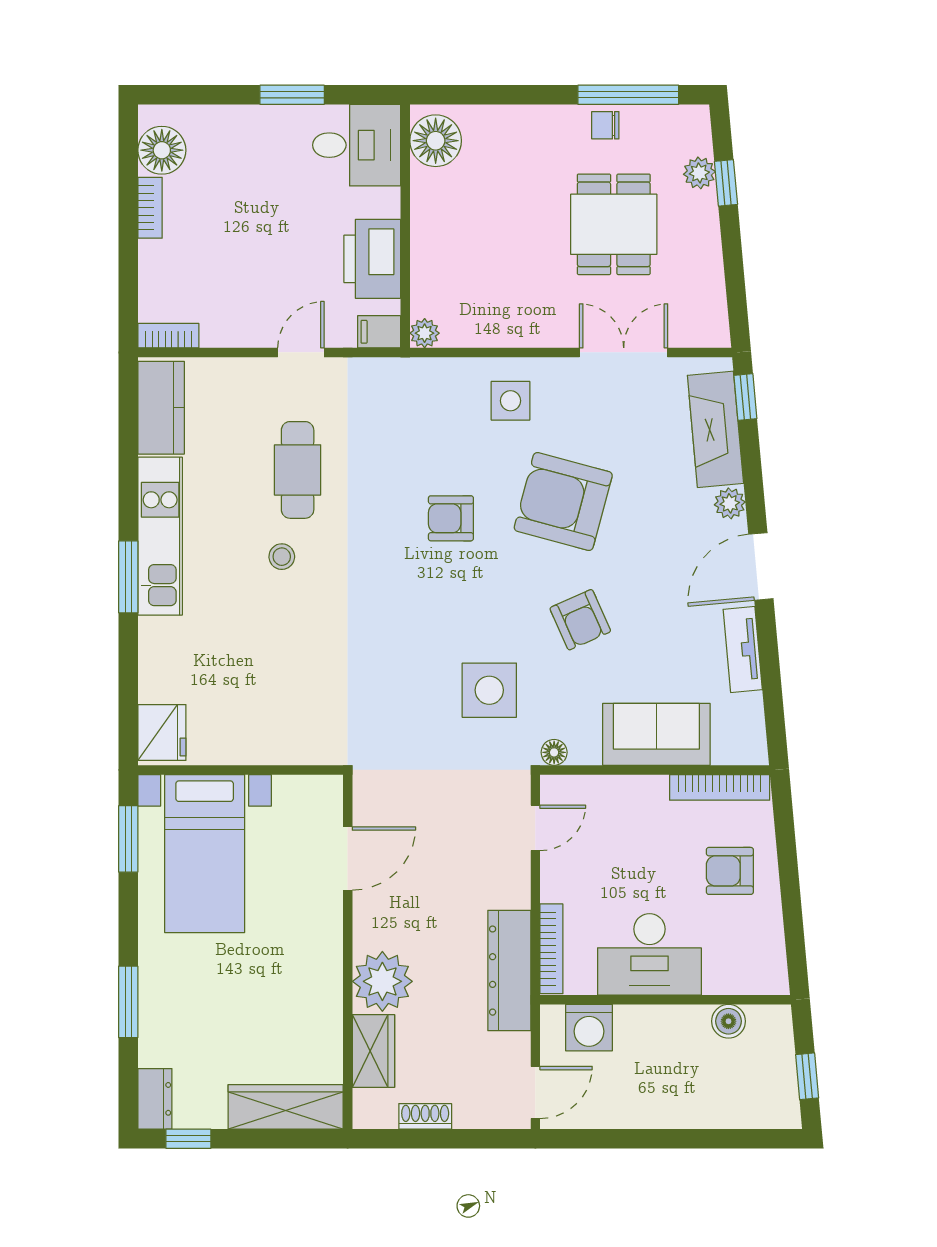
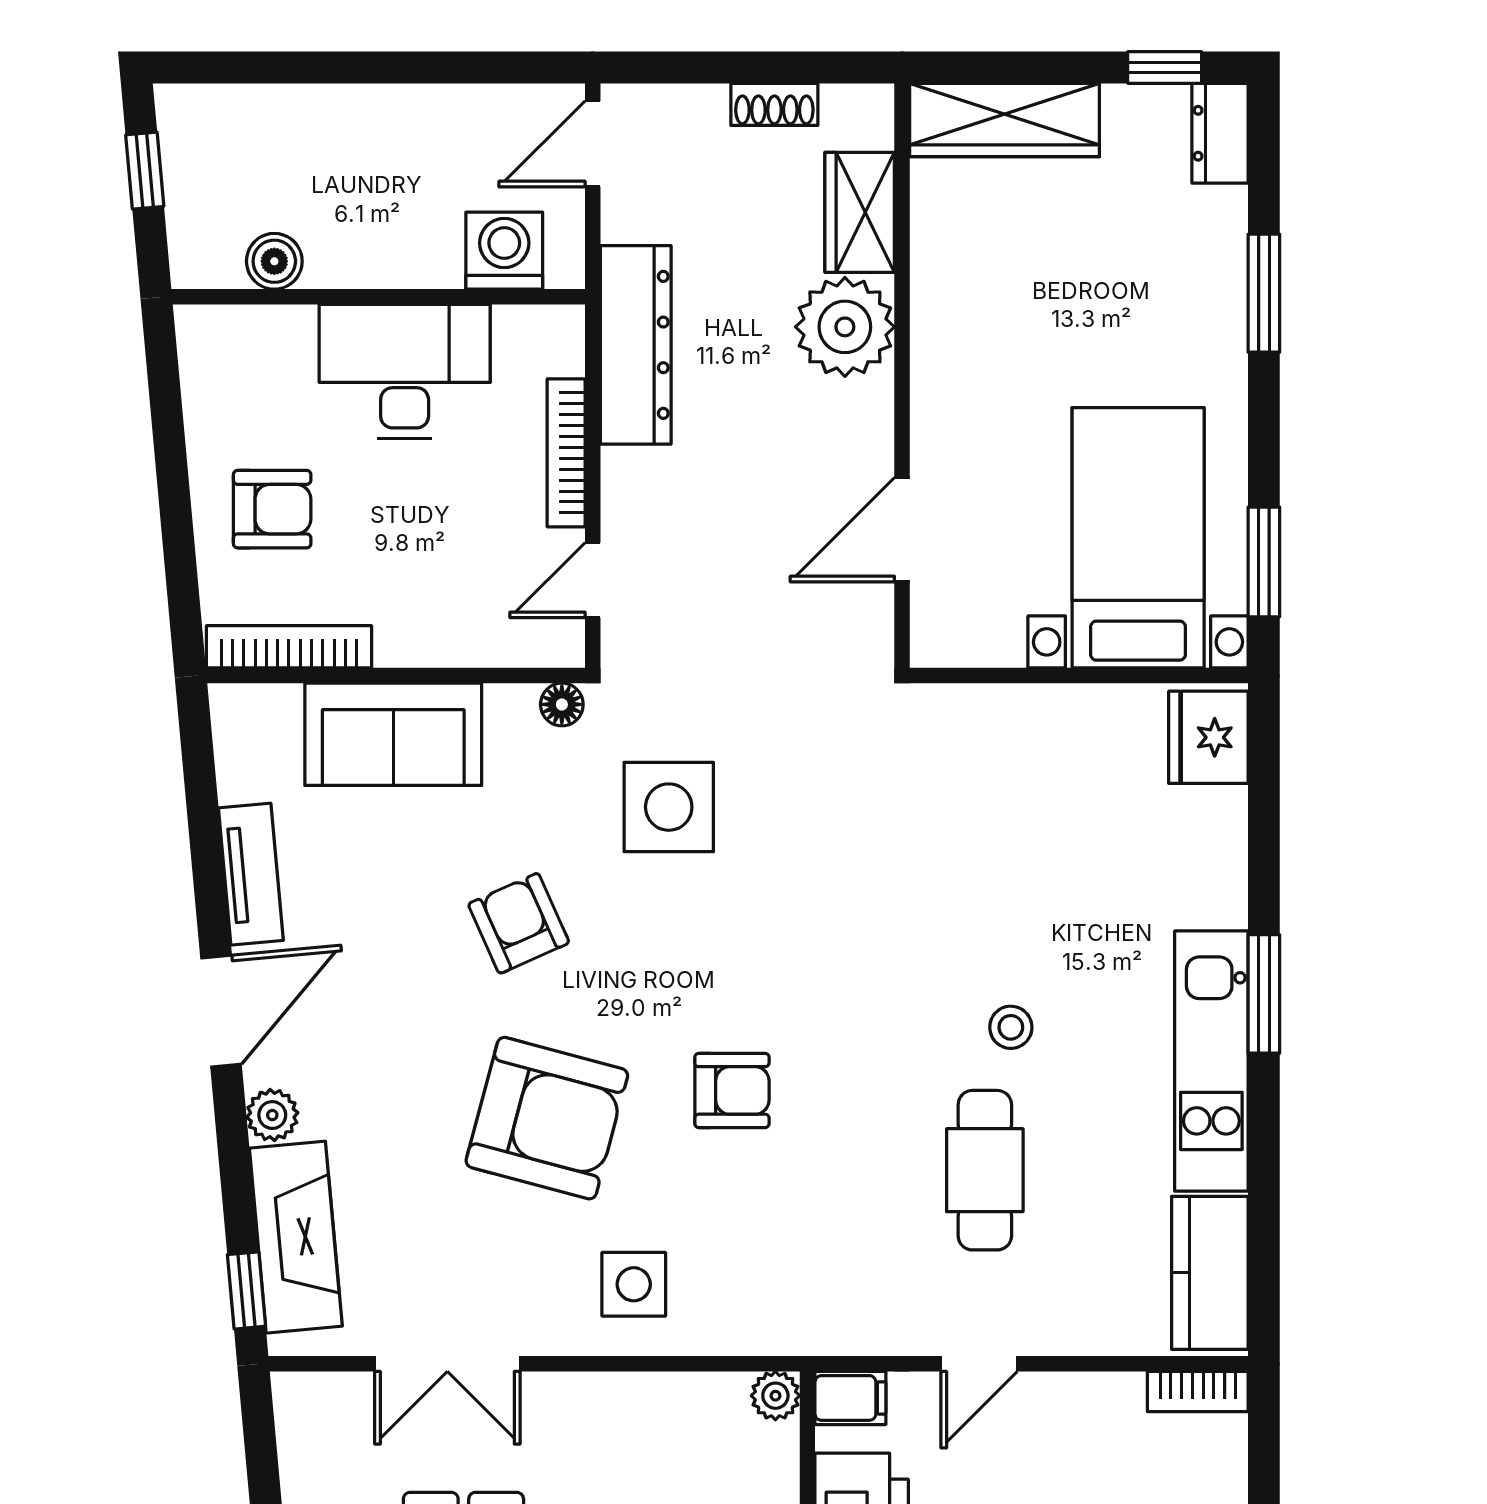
bookcase: (551, 949) -> (566, 453), moved

